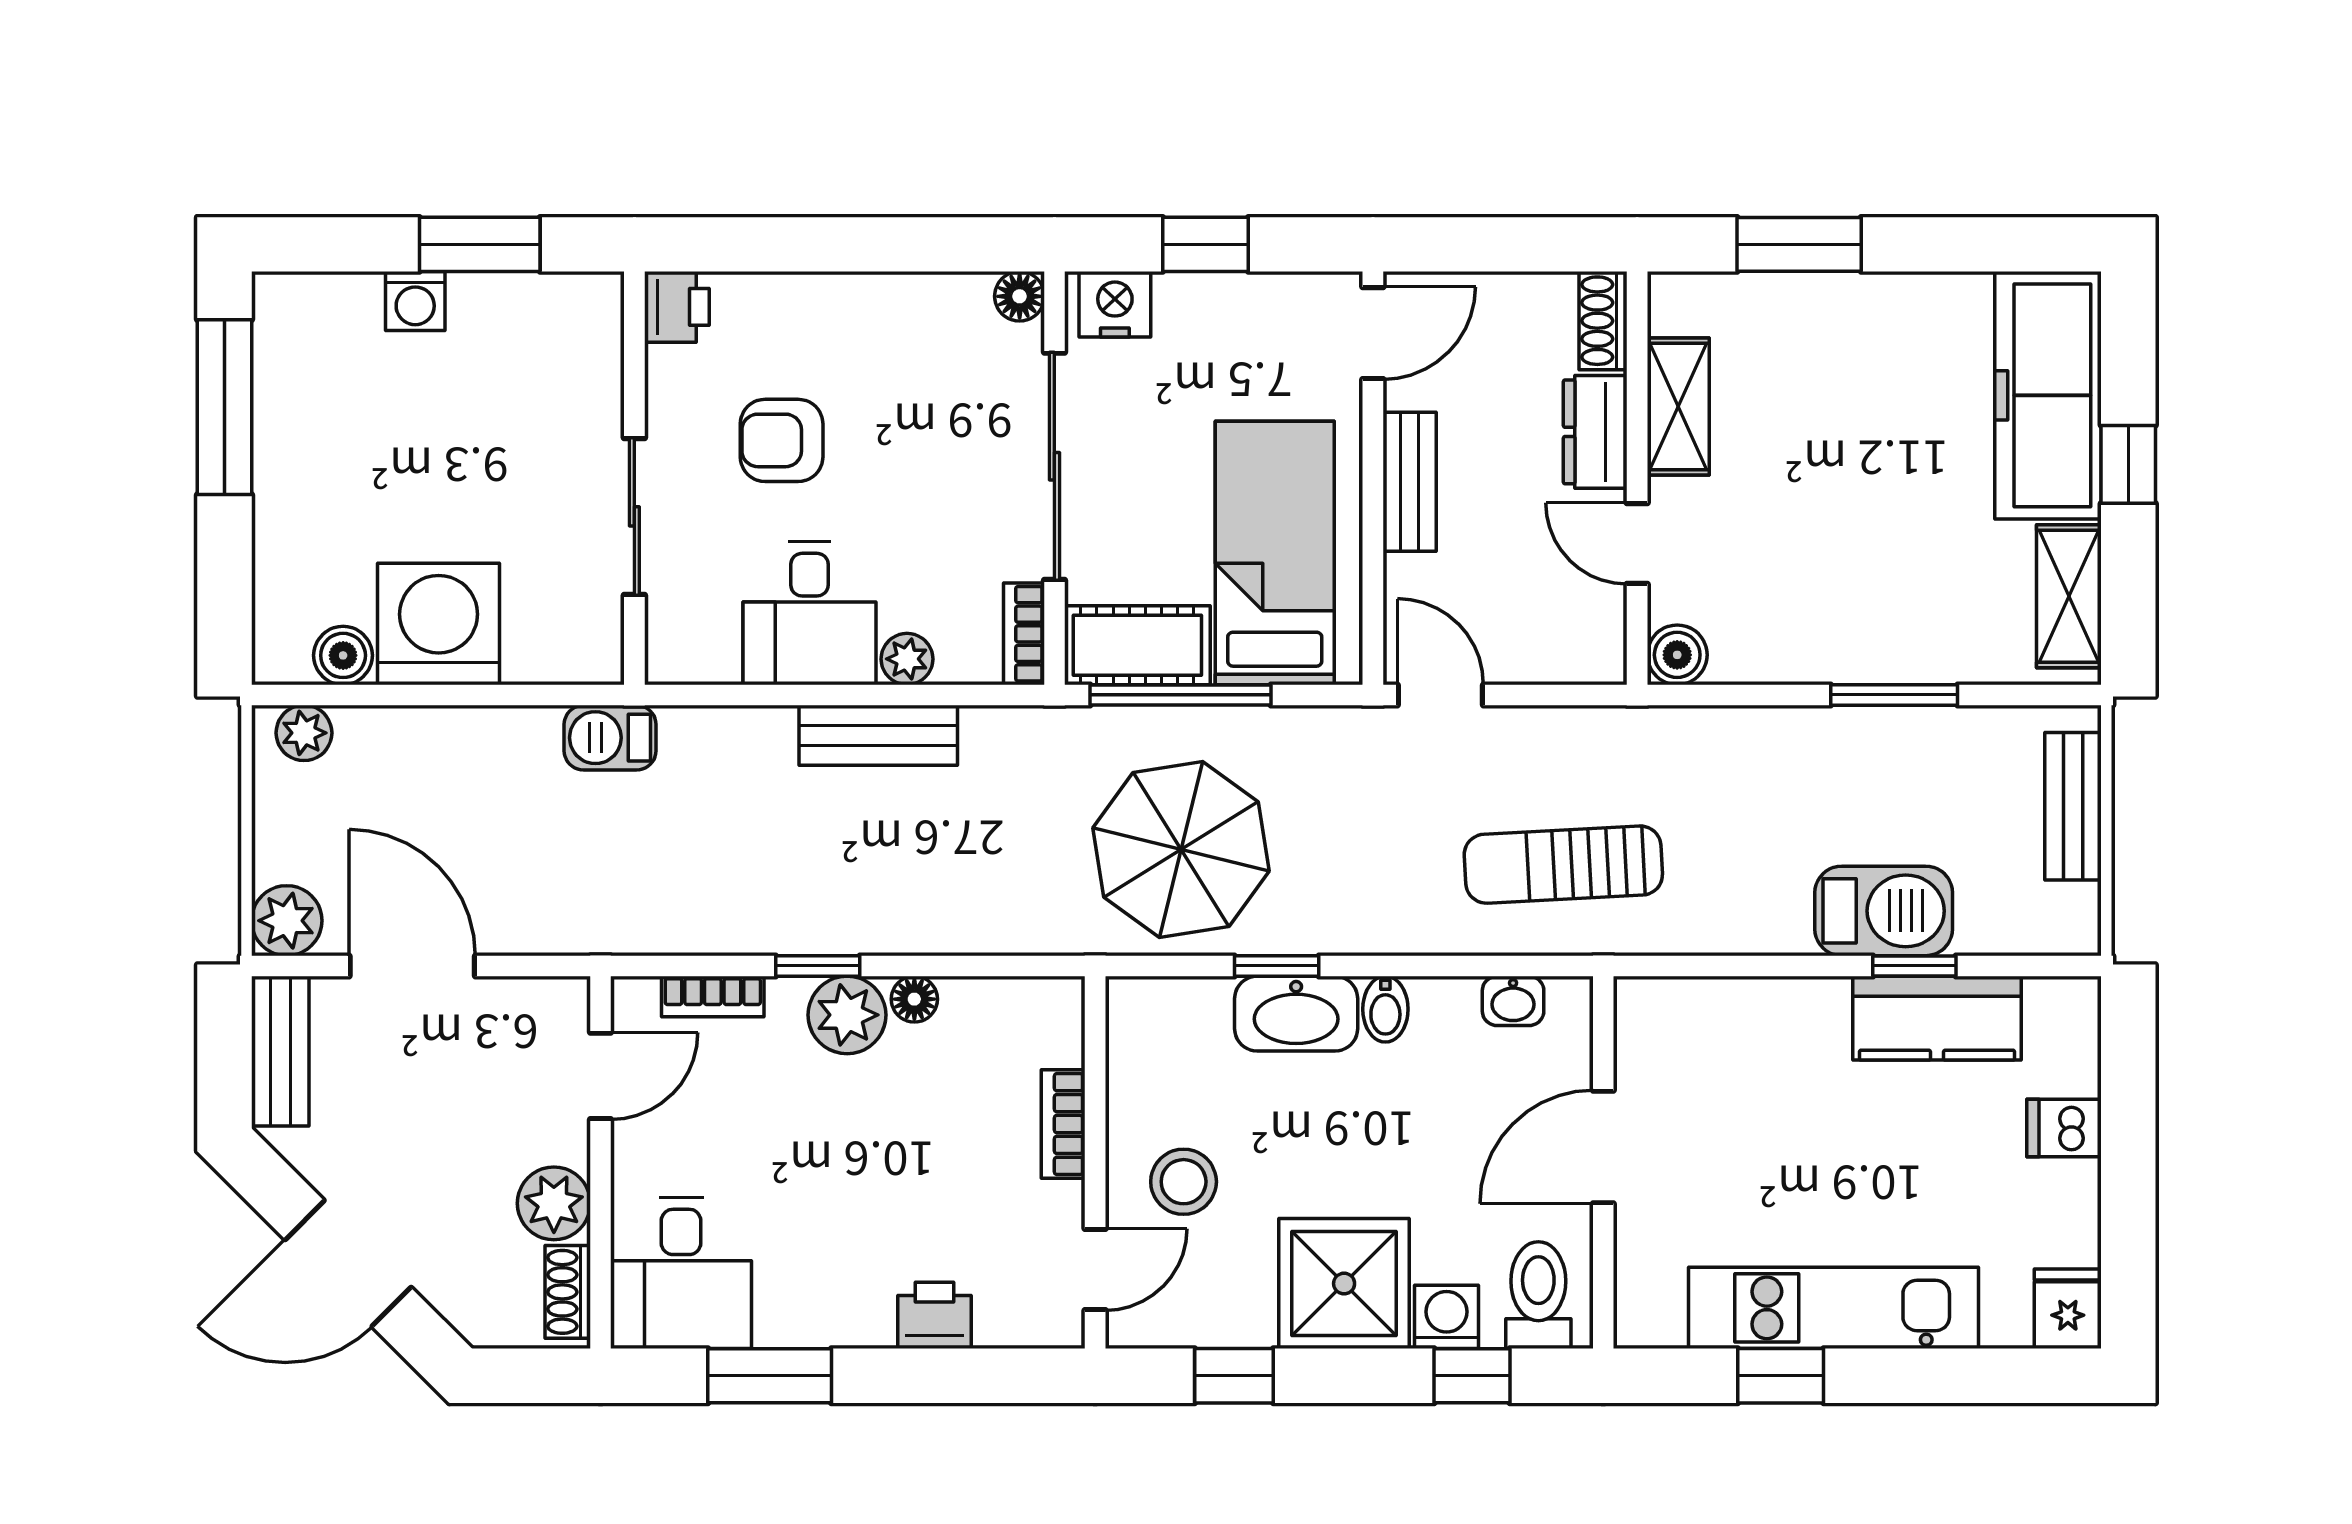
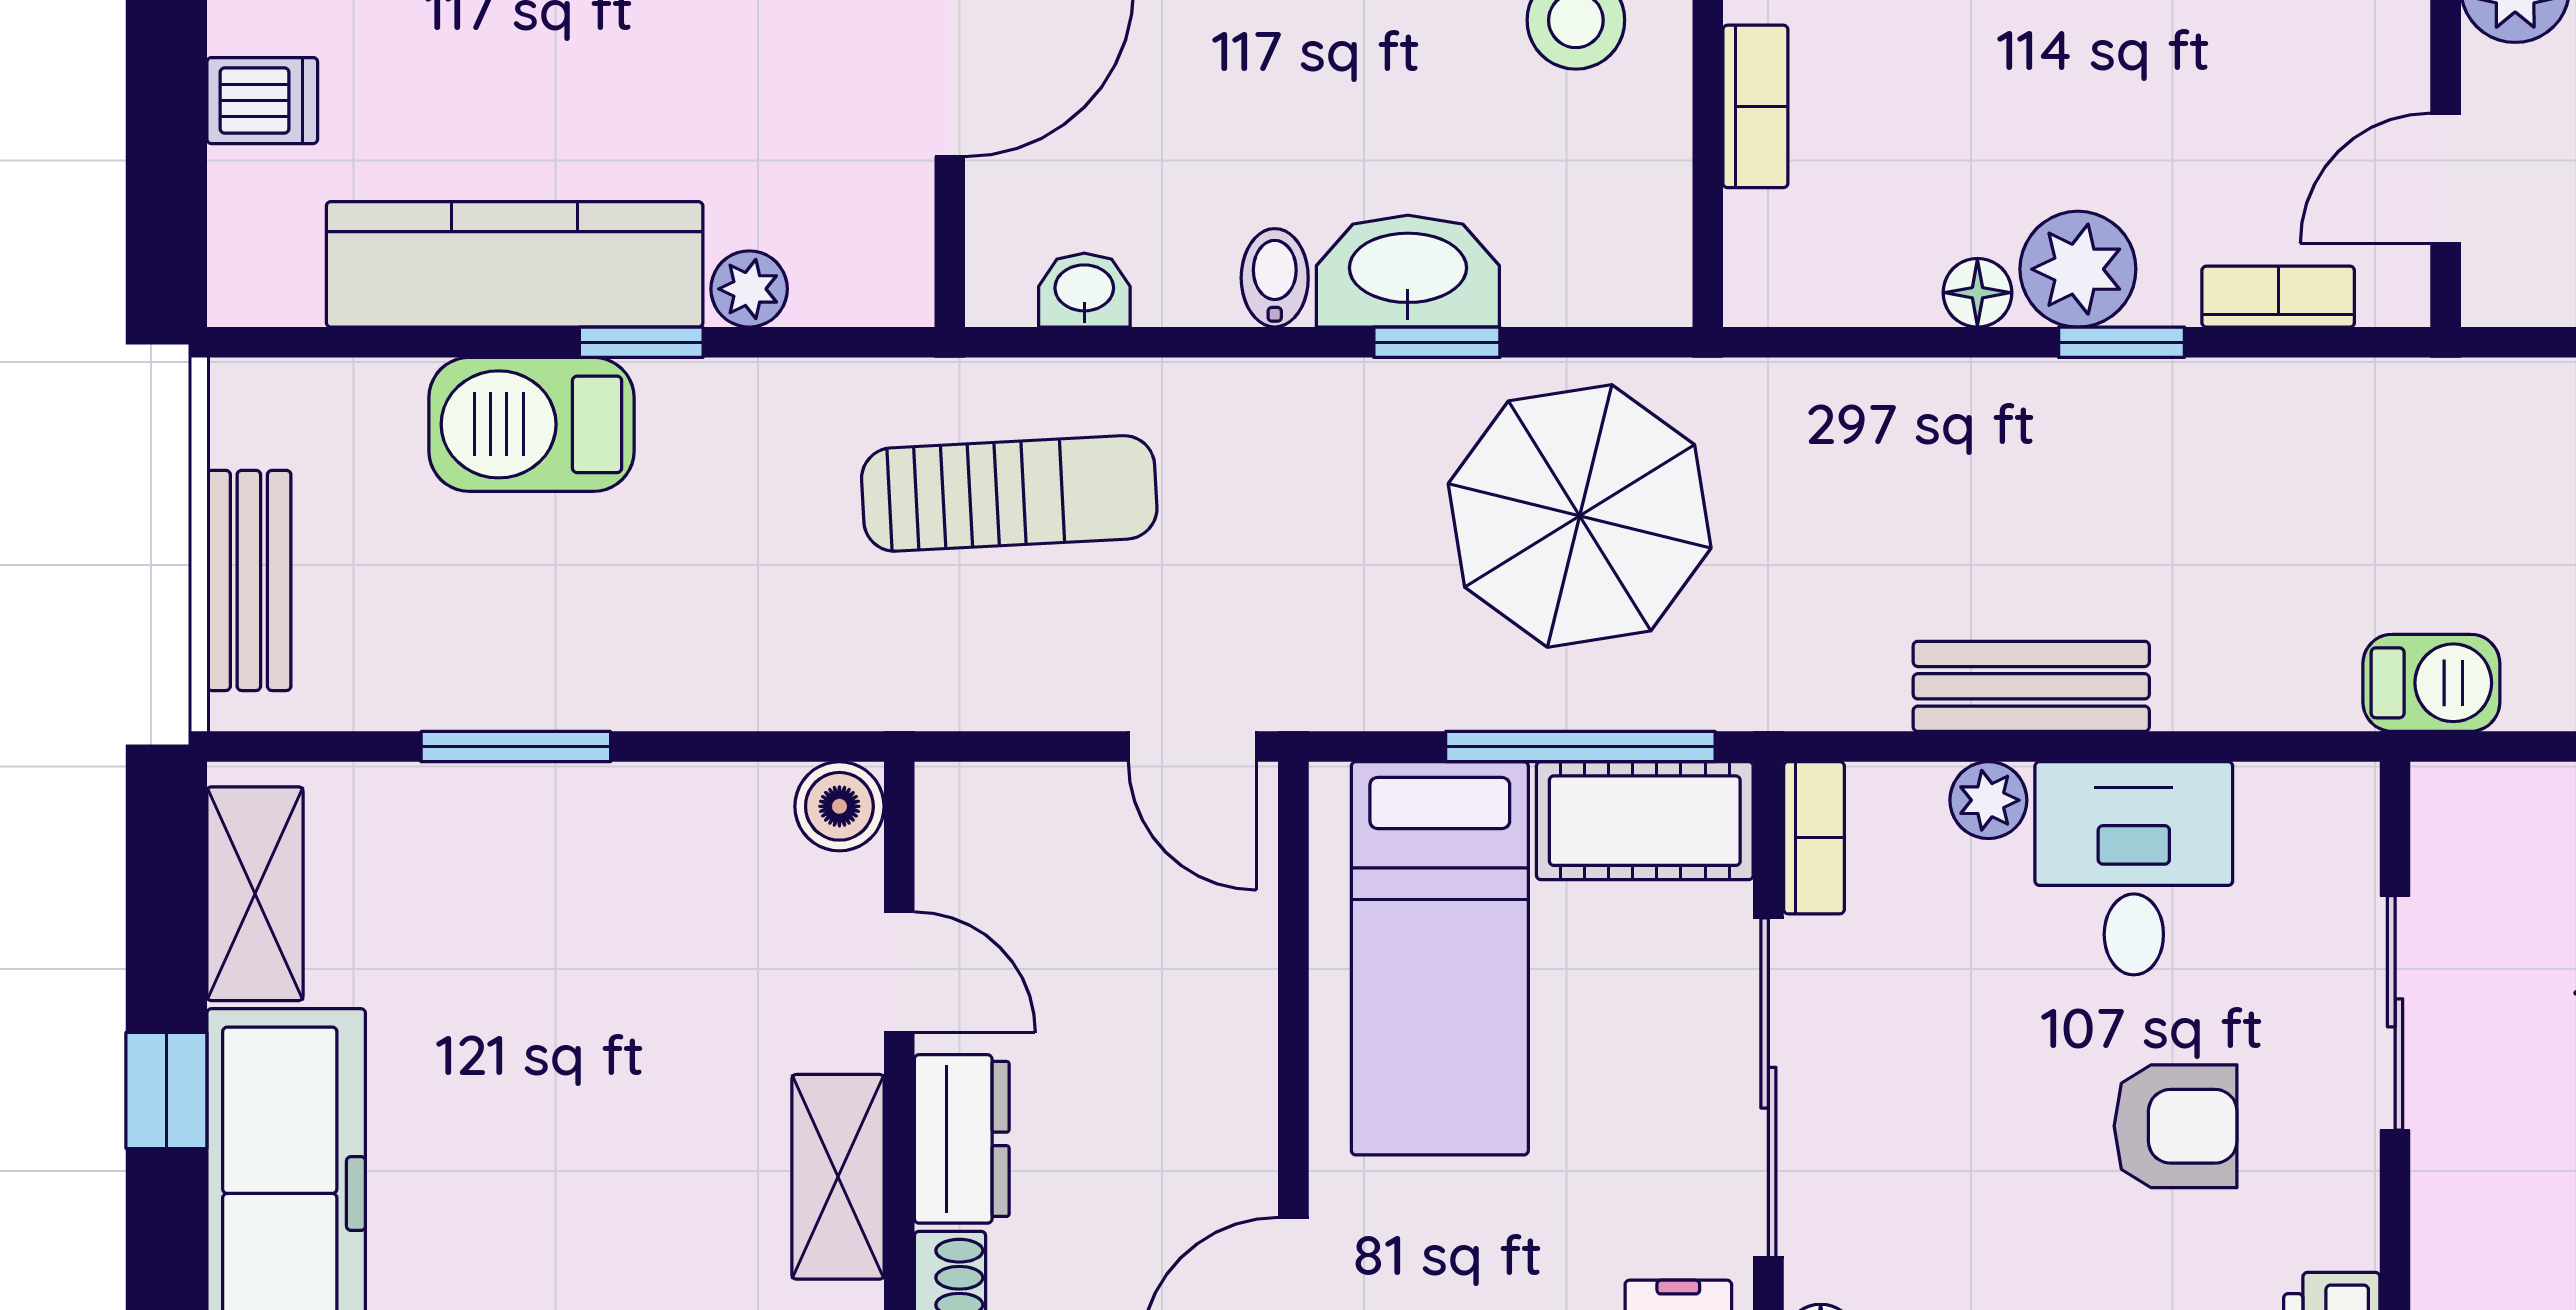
bench: (1410, 482) -> (1239, 1065), removed
window: (1914, 966) -> (641, 342), moved
plant: (1738, 1002) -> (749, 289), added
kitchen counter: (1937, 1018) -> (515, 264), width x1.50

